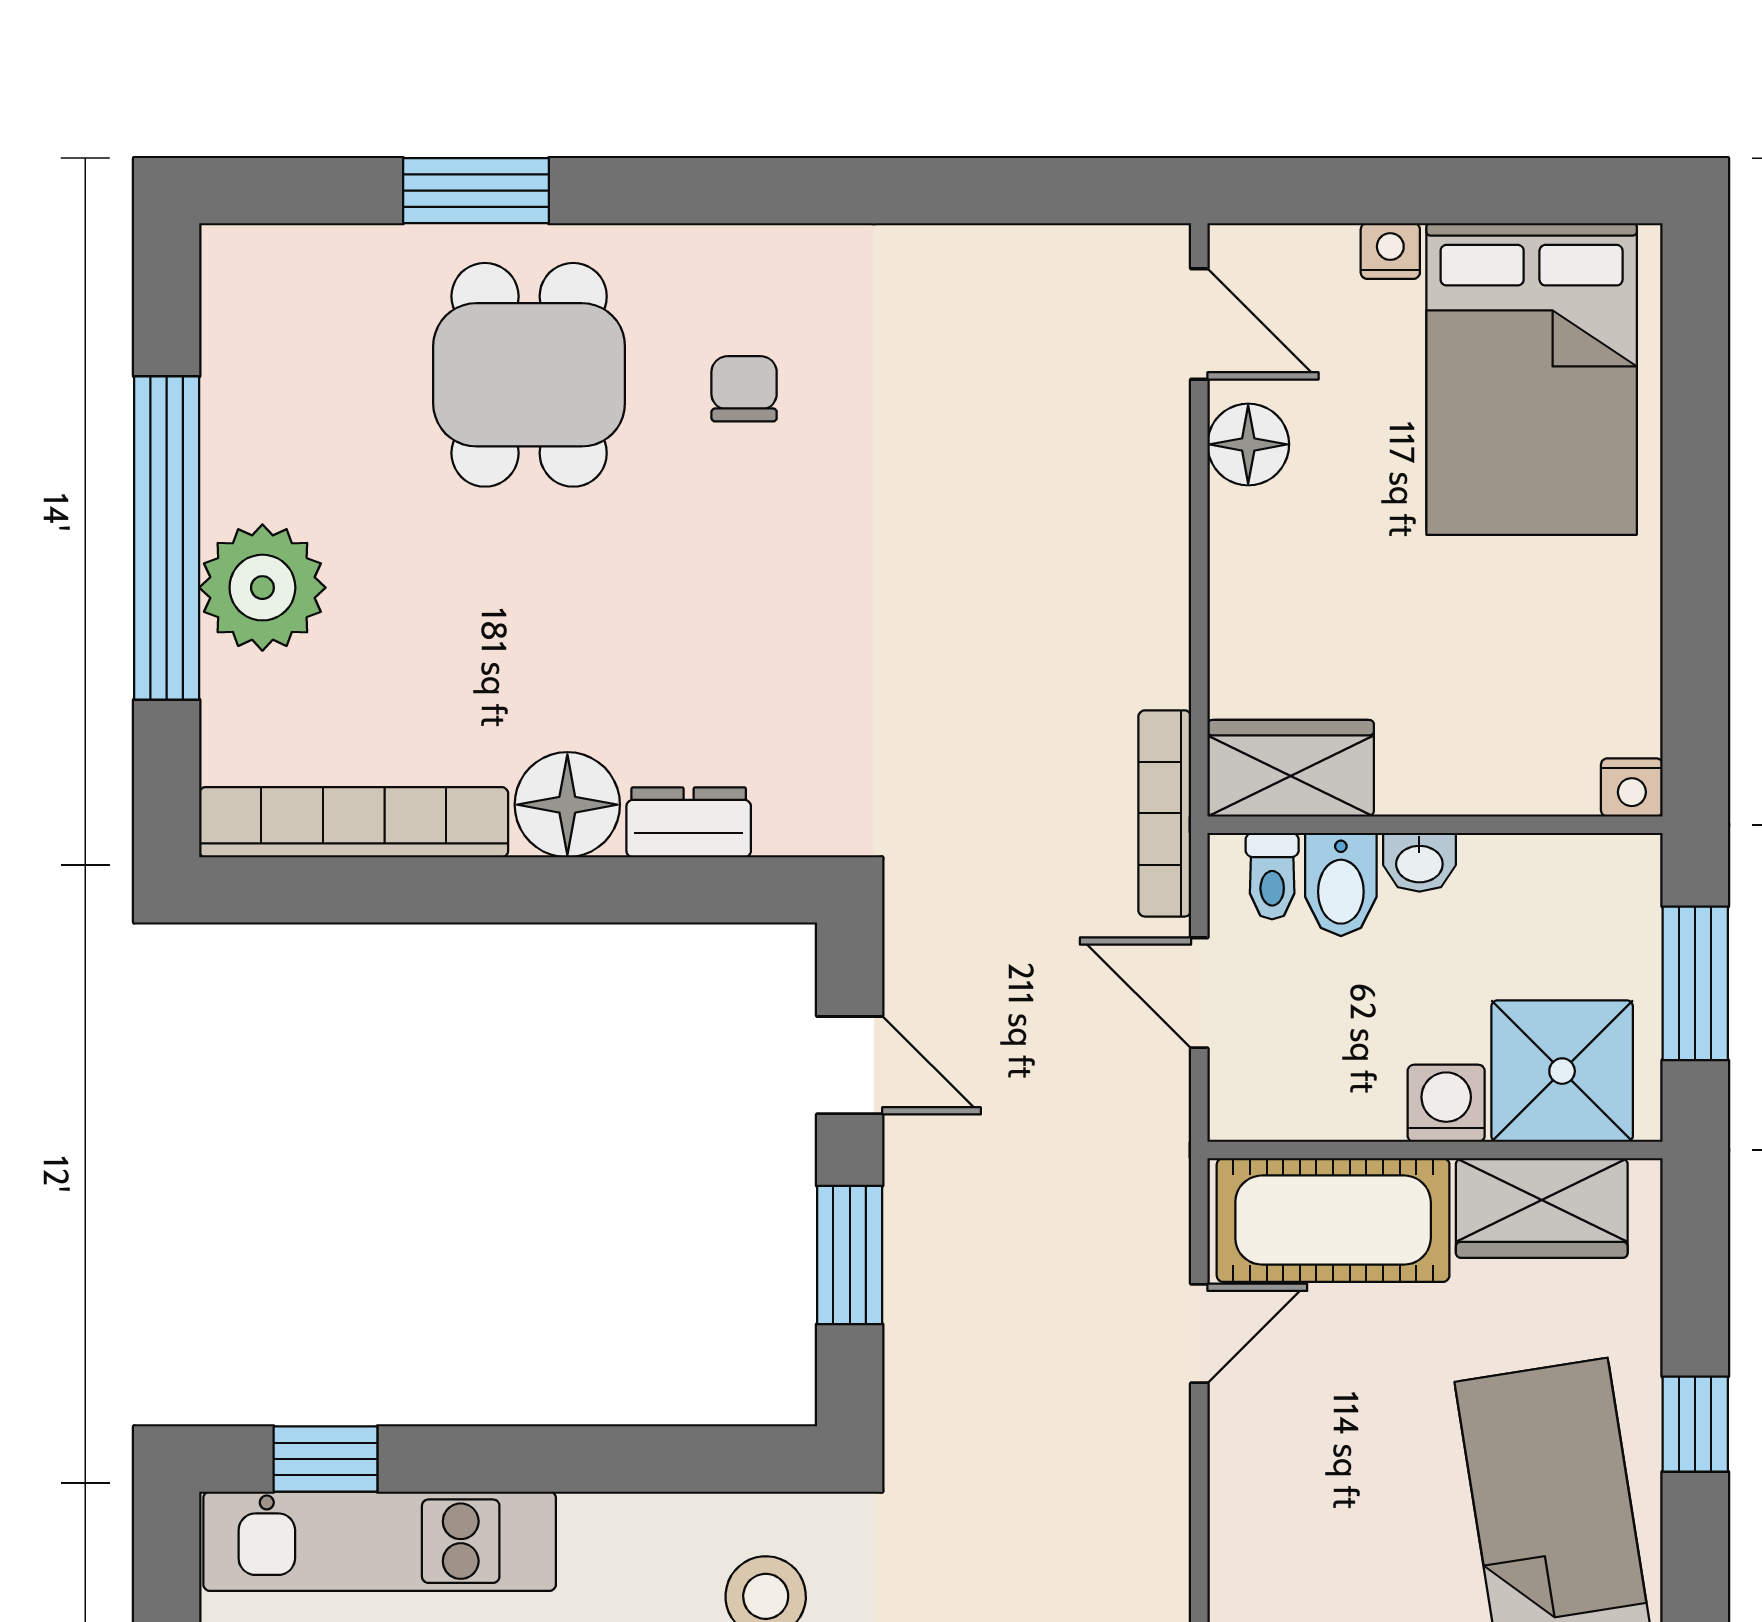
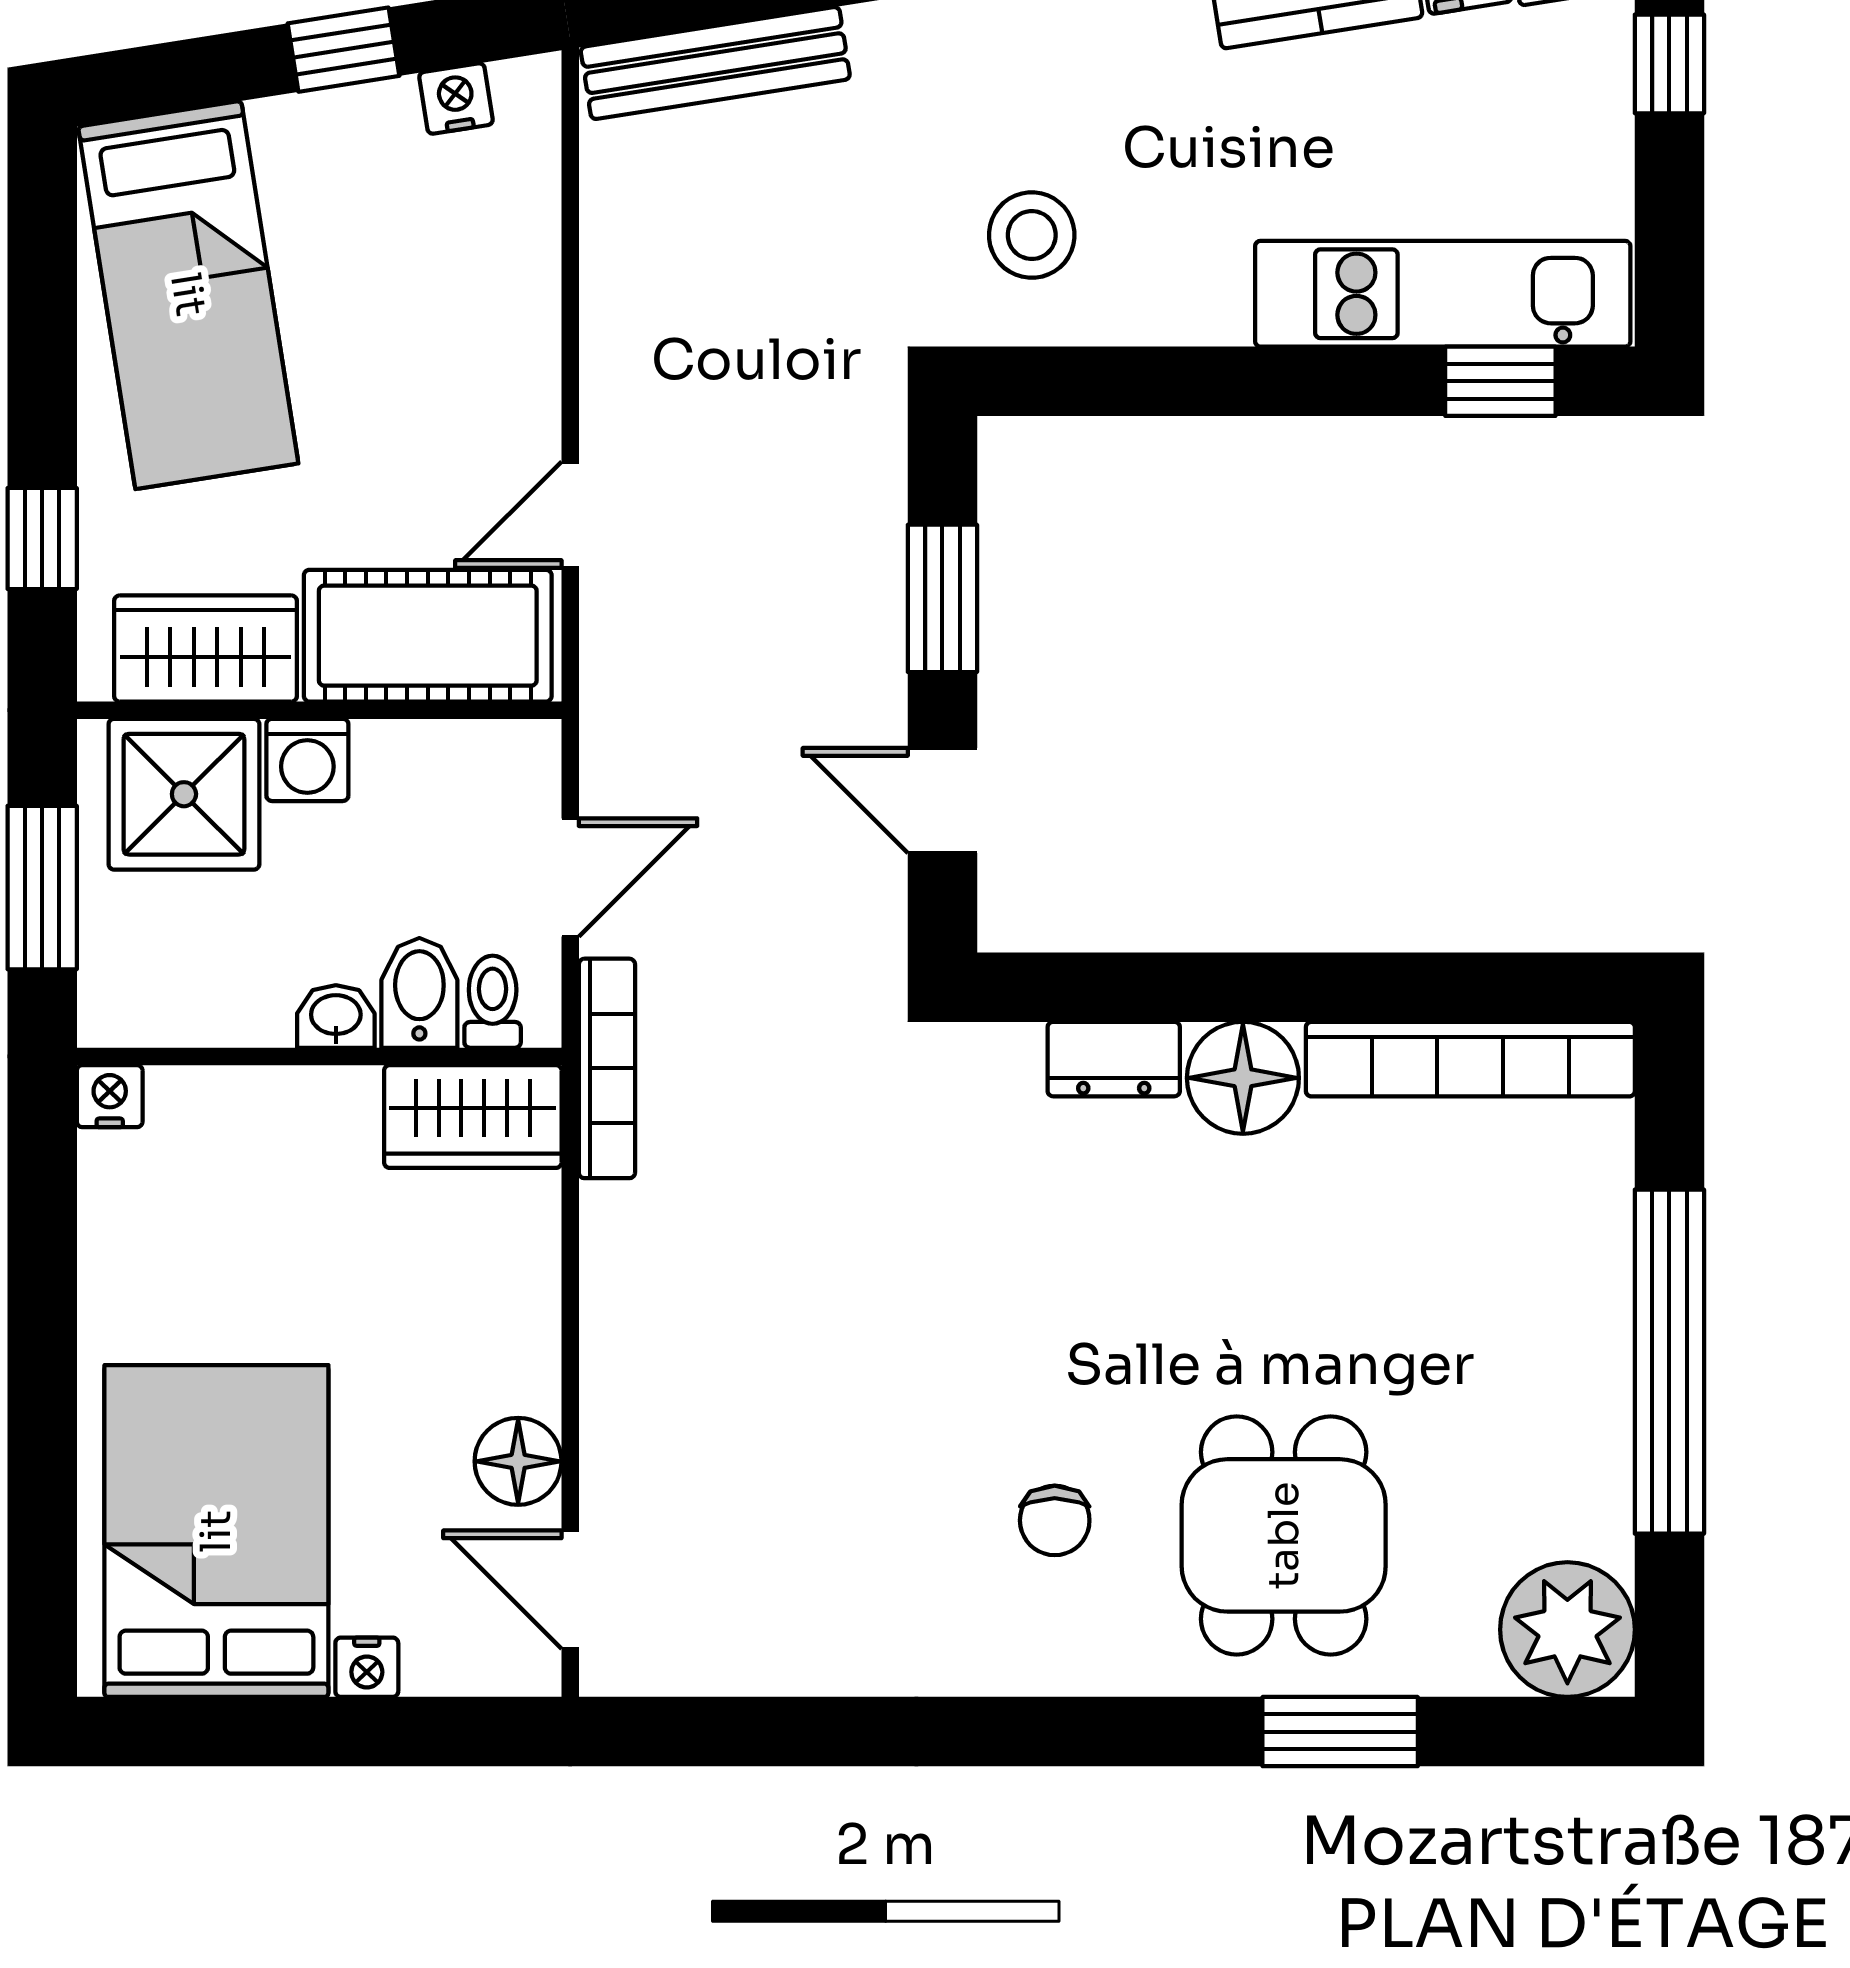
plant: (262, 588) -> (1567, 1630), moved
door: (1199, 993) -> (570, 877), hinge flipped
window: (1695, 1424) -> (42, 538), moved

